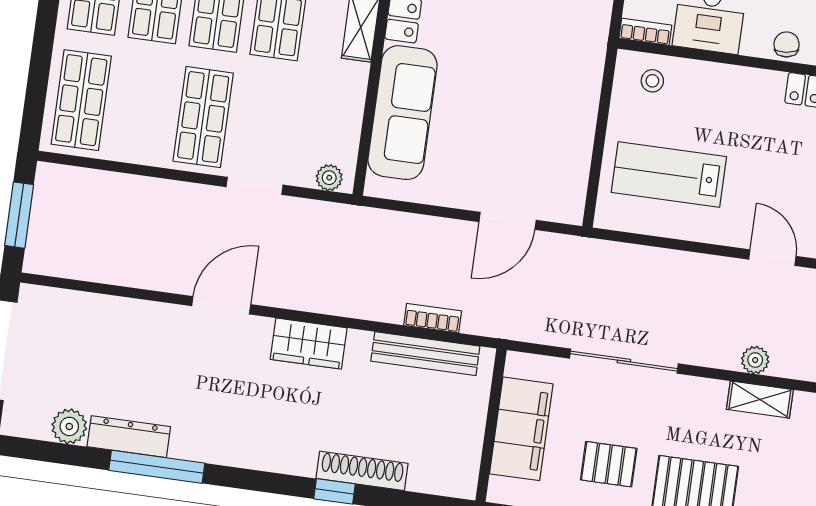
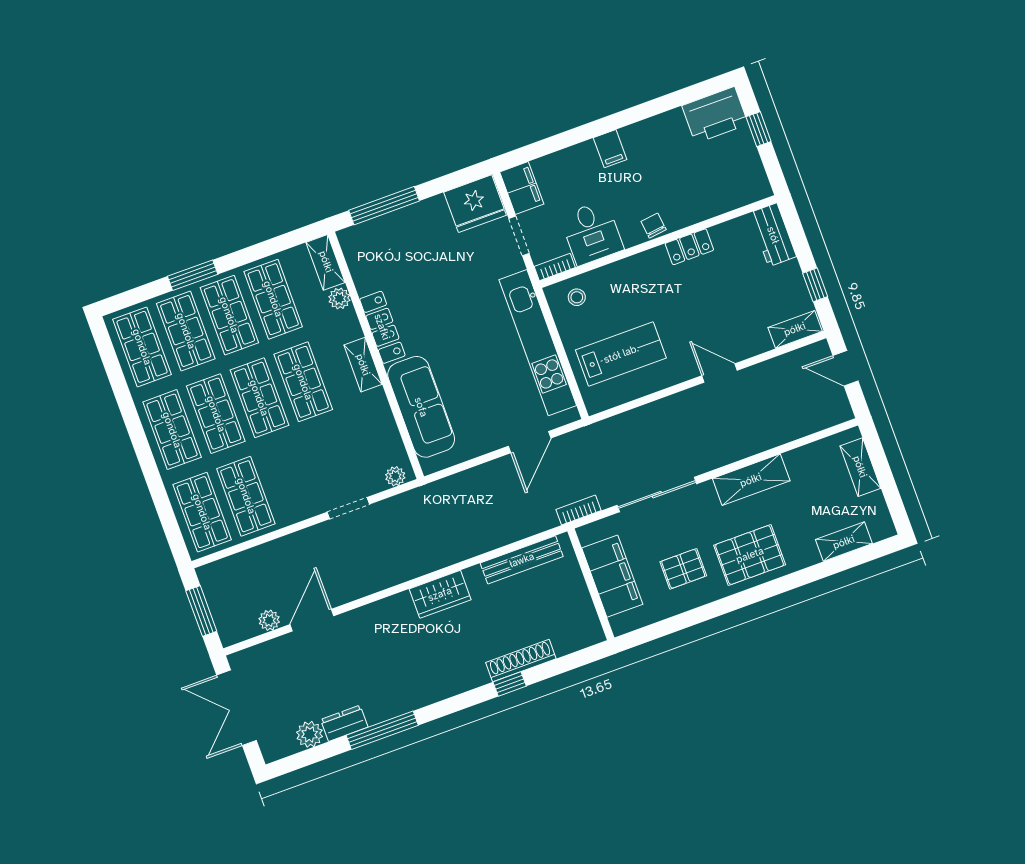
kitchen unit: (579, 110) -> (538, 343), added
shop shelf: (203, 117) -> (246, 496), moved
lab bench: (669, 174) -> (621, 354), turned 180
door: (221, 305) -> (312, 620), moved
bookcase: (433, 318) -> (579, 510), moved
plant: (755, 360) -> (269, 620), moved
shelving: (760, 400) -> (751, 480), width x1.50, depth x1.33
dresser: (129, 437) -> (344, 723), width x0.70

